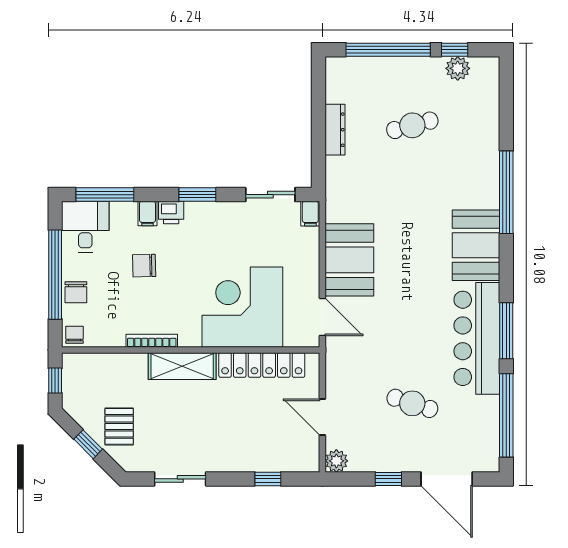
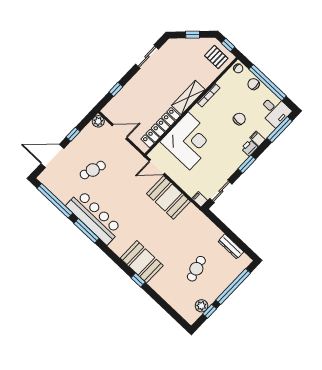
dresser: (335, 130) -> (231, 246), moved
window: (506, 192) -> (138, 280), width x0.32
booth: (476, 245) -> (142, 262), moved
pallet: (119, 426) -> (216, 57), moved

